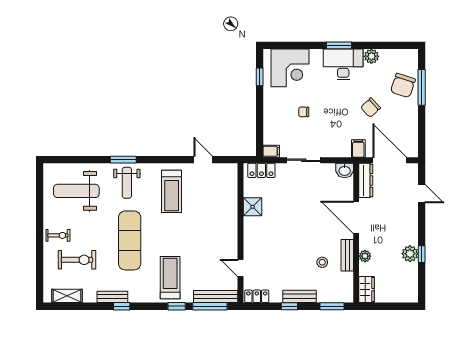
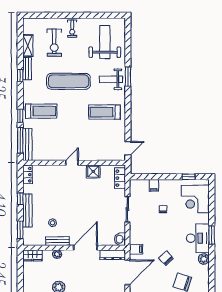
filing cabinet: (271, 151) -> (154, 185), moved
door: (203, 160) -> (128, 148), moved
door: (241, 268) -> (72, 163), moved
shelving: (67, 296) -> (28, 46), moved
bench: (300, 296) -> (27, 211), width x1.36

